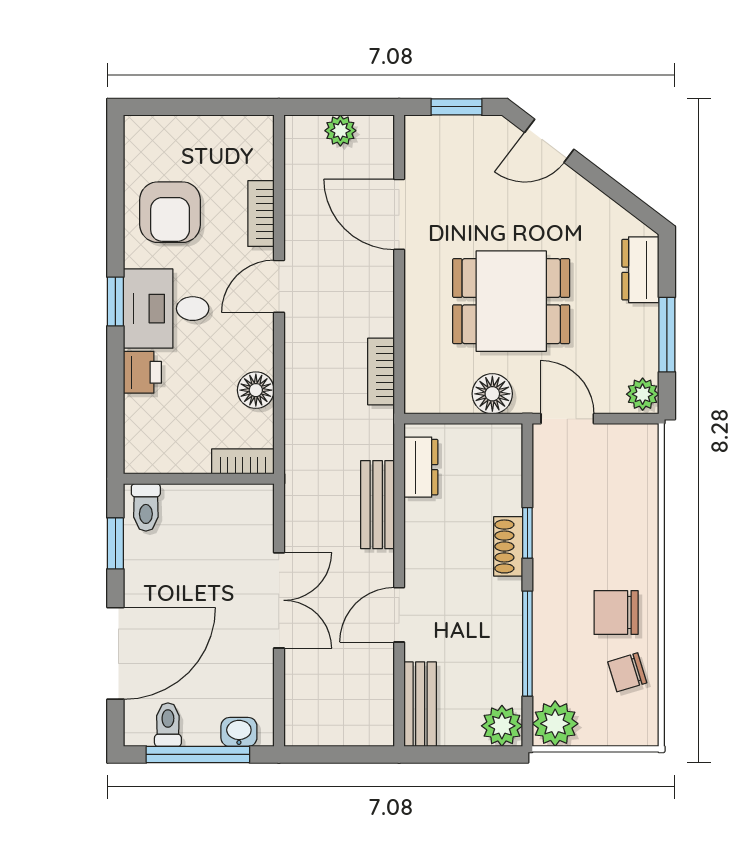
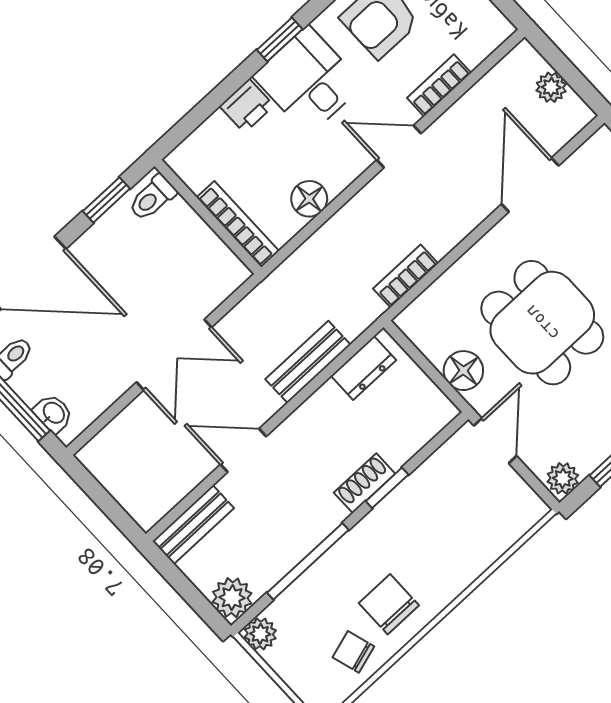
bookcase: (243, 461) -> (238, 224), width x1.56
plant: (555, 724) -> (260, 634), width x0.73, depth x0.73

